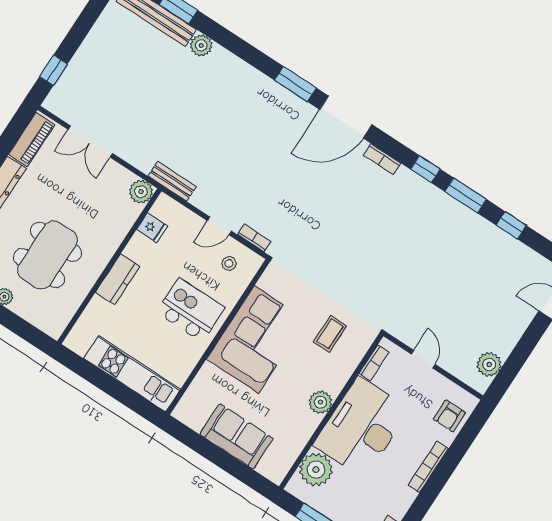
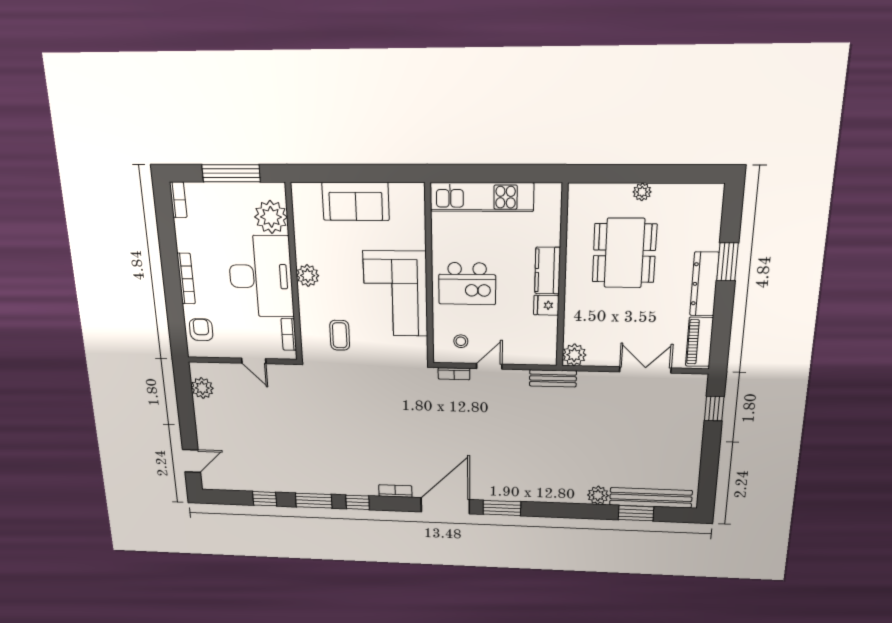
fridge: (152, 228) -> (546, 305), moved

